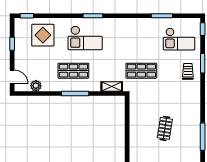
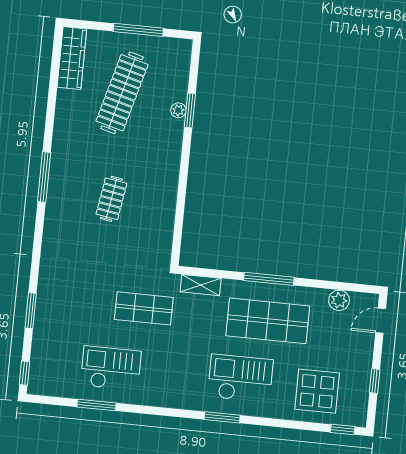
checkout: (179, 39) -> (111, 368), moved
shop shelf: (73, 71) -> (268, 321), width x1.43, depth x1.36
trolley: (188, 71) -> (59, 299), removed
door: (12, 77) -> (381, 321), hinge flipped

